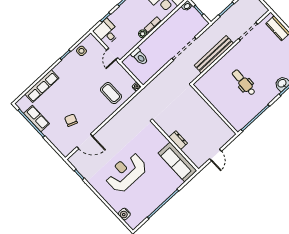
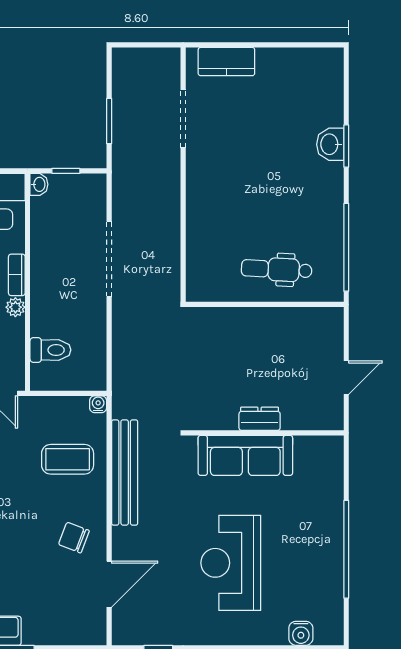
bench: (214, 54) -> (125, 472), moved
dental chair: (244, 82) -> (277, 269), moved
chair: (71, 120) -> (74, 538), moved
door: (215, 155) -> (346, 378), hinge flipped
sofa: (177, 162) -> (245, 455), moved

